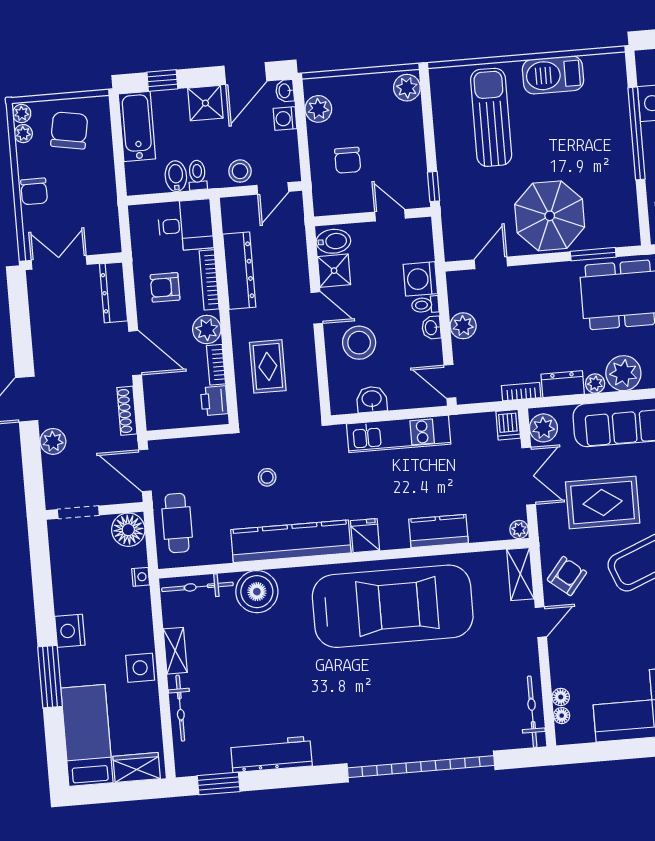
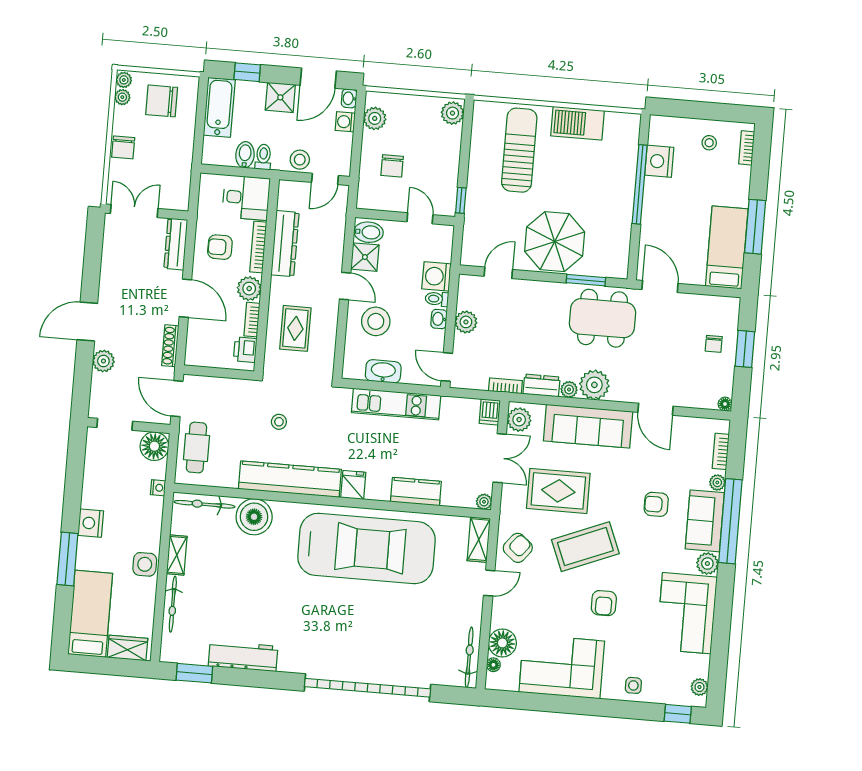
chair: (69, 130) -> (162, 101), turned -100
washbasin: (372, 399) -> (383, 371), width x1.38
floor lamp: (561, 697) -> (502, 643), width x1.89, depth x1.89

